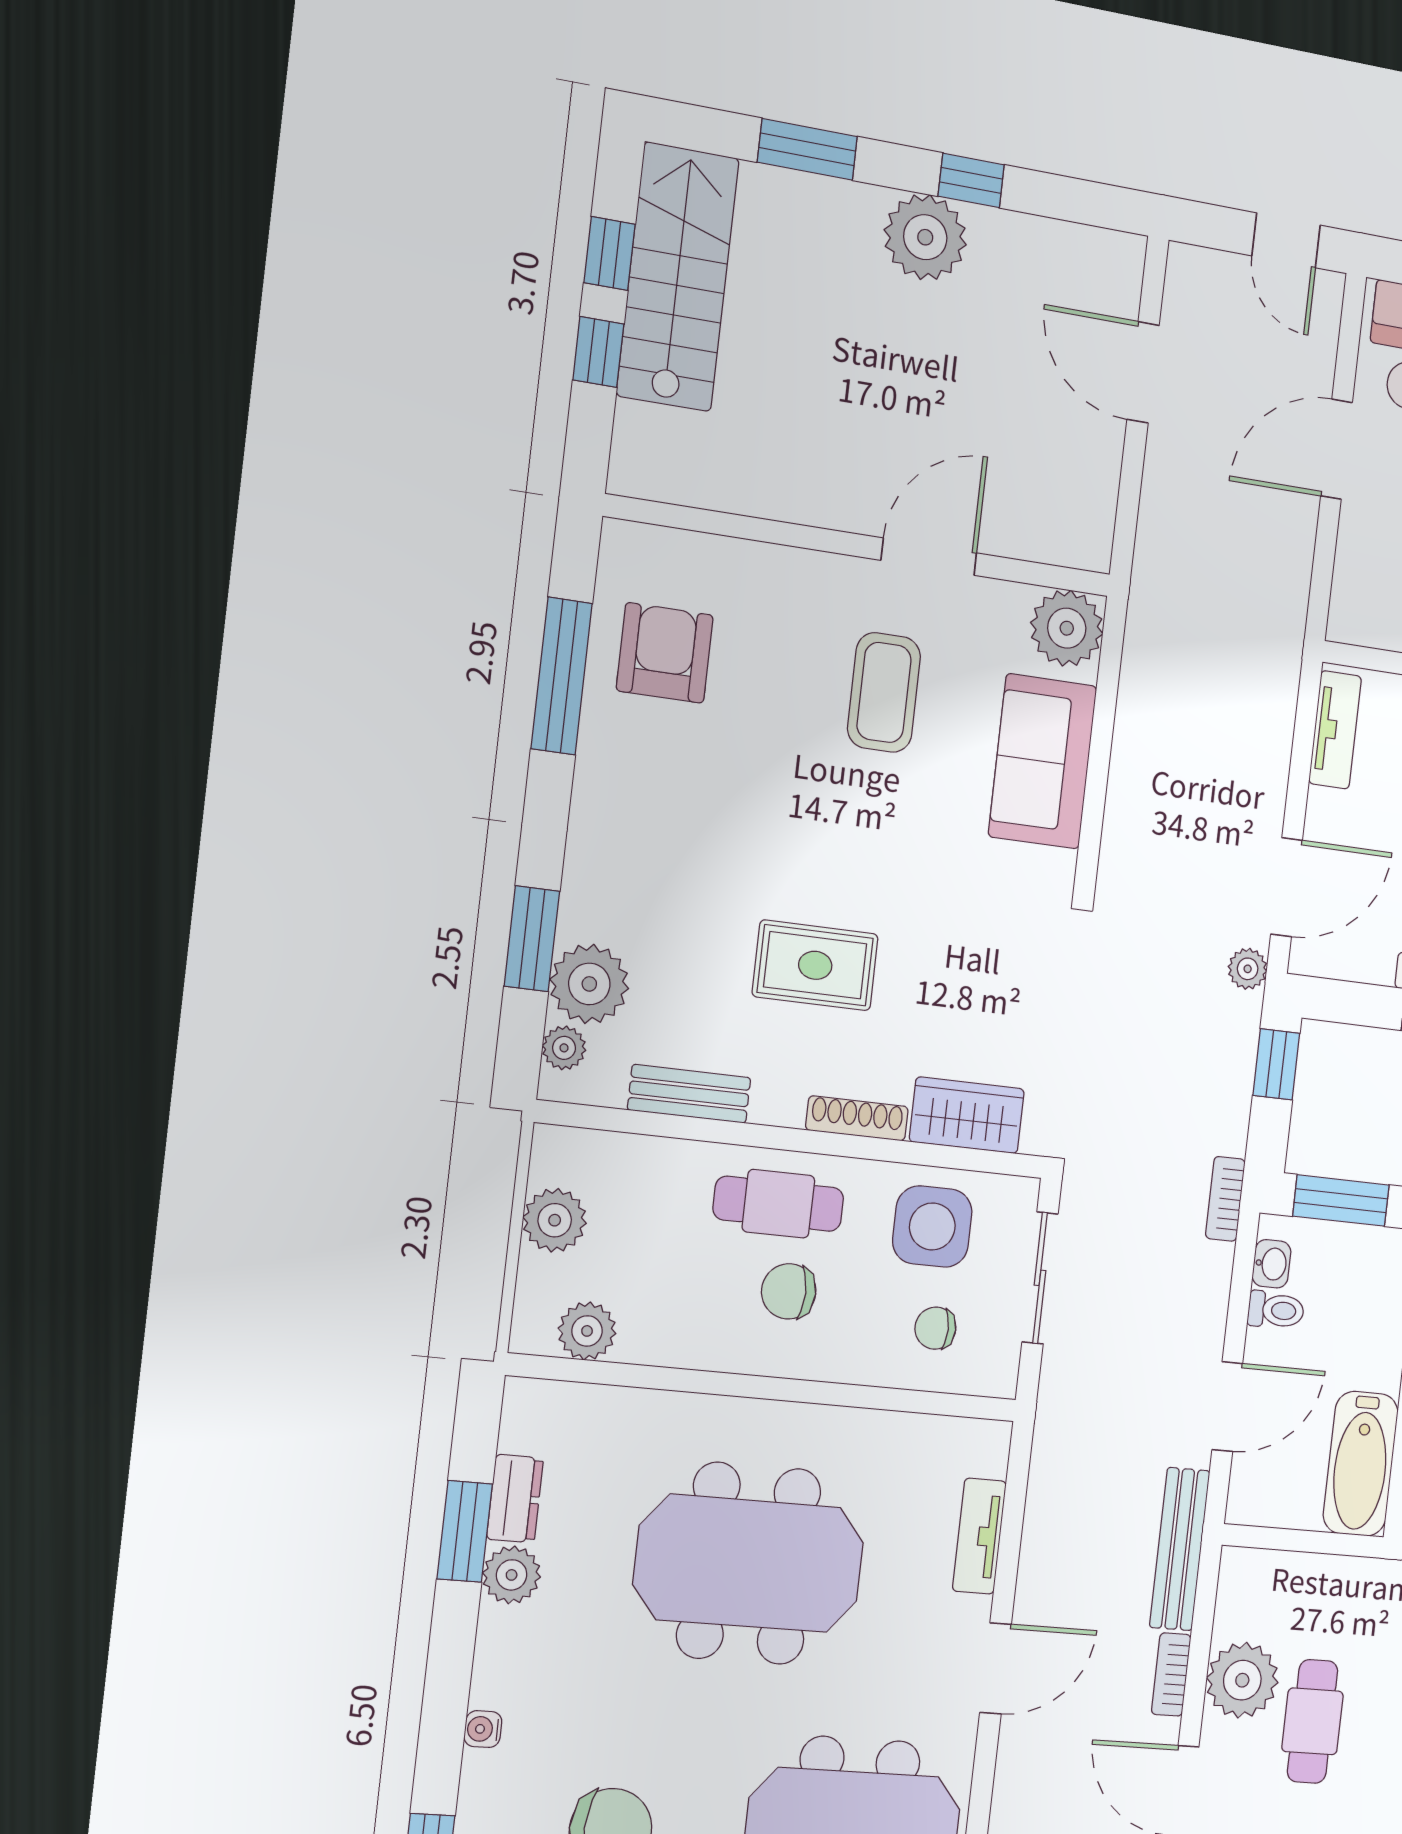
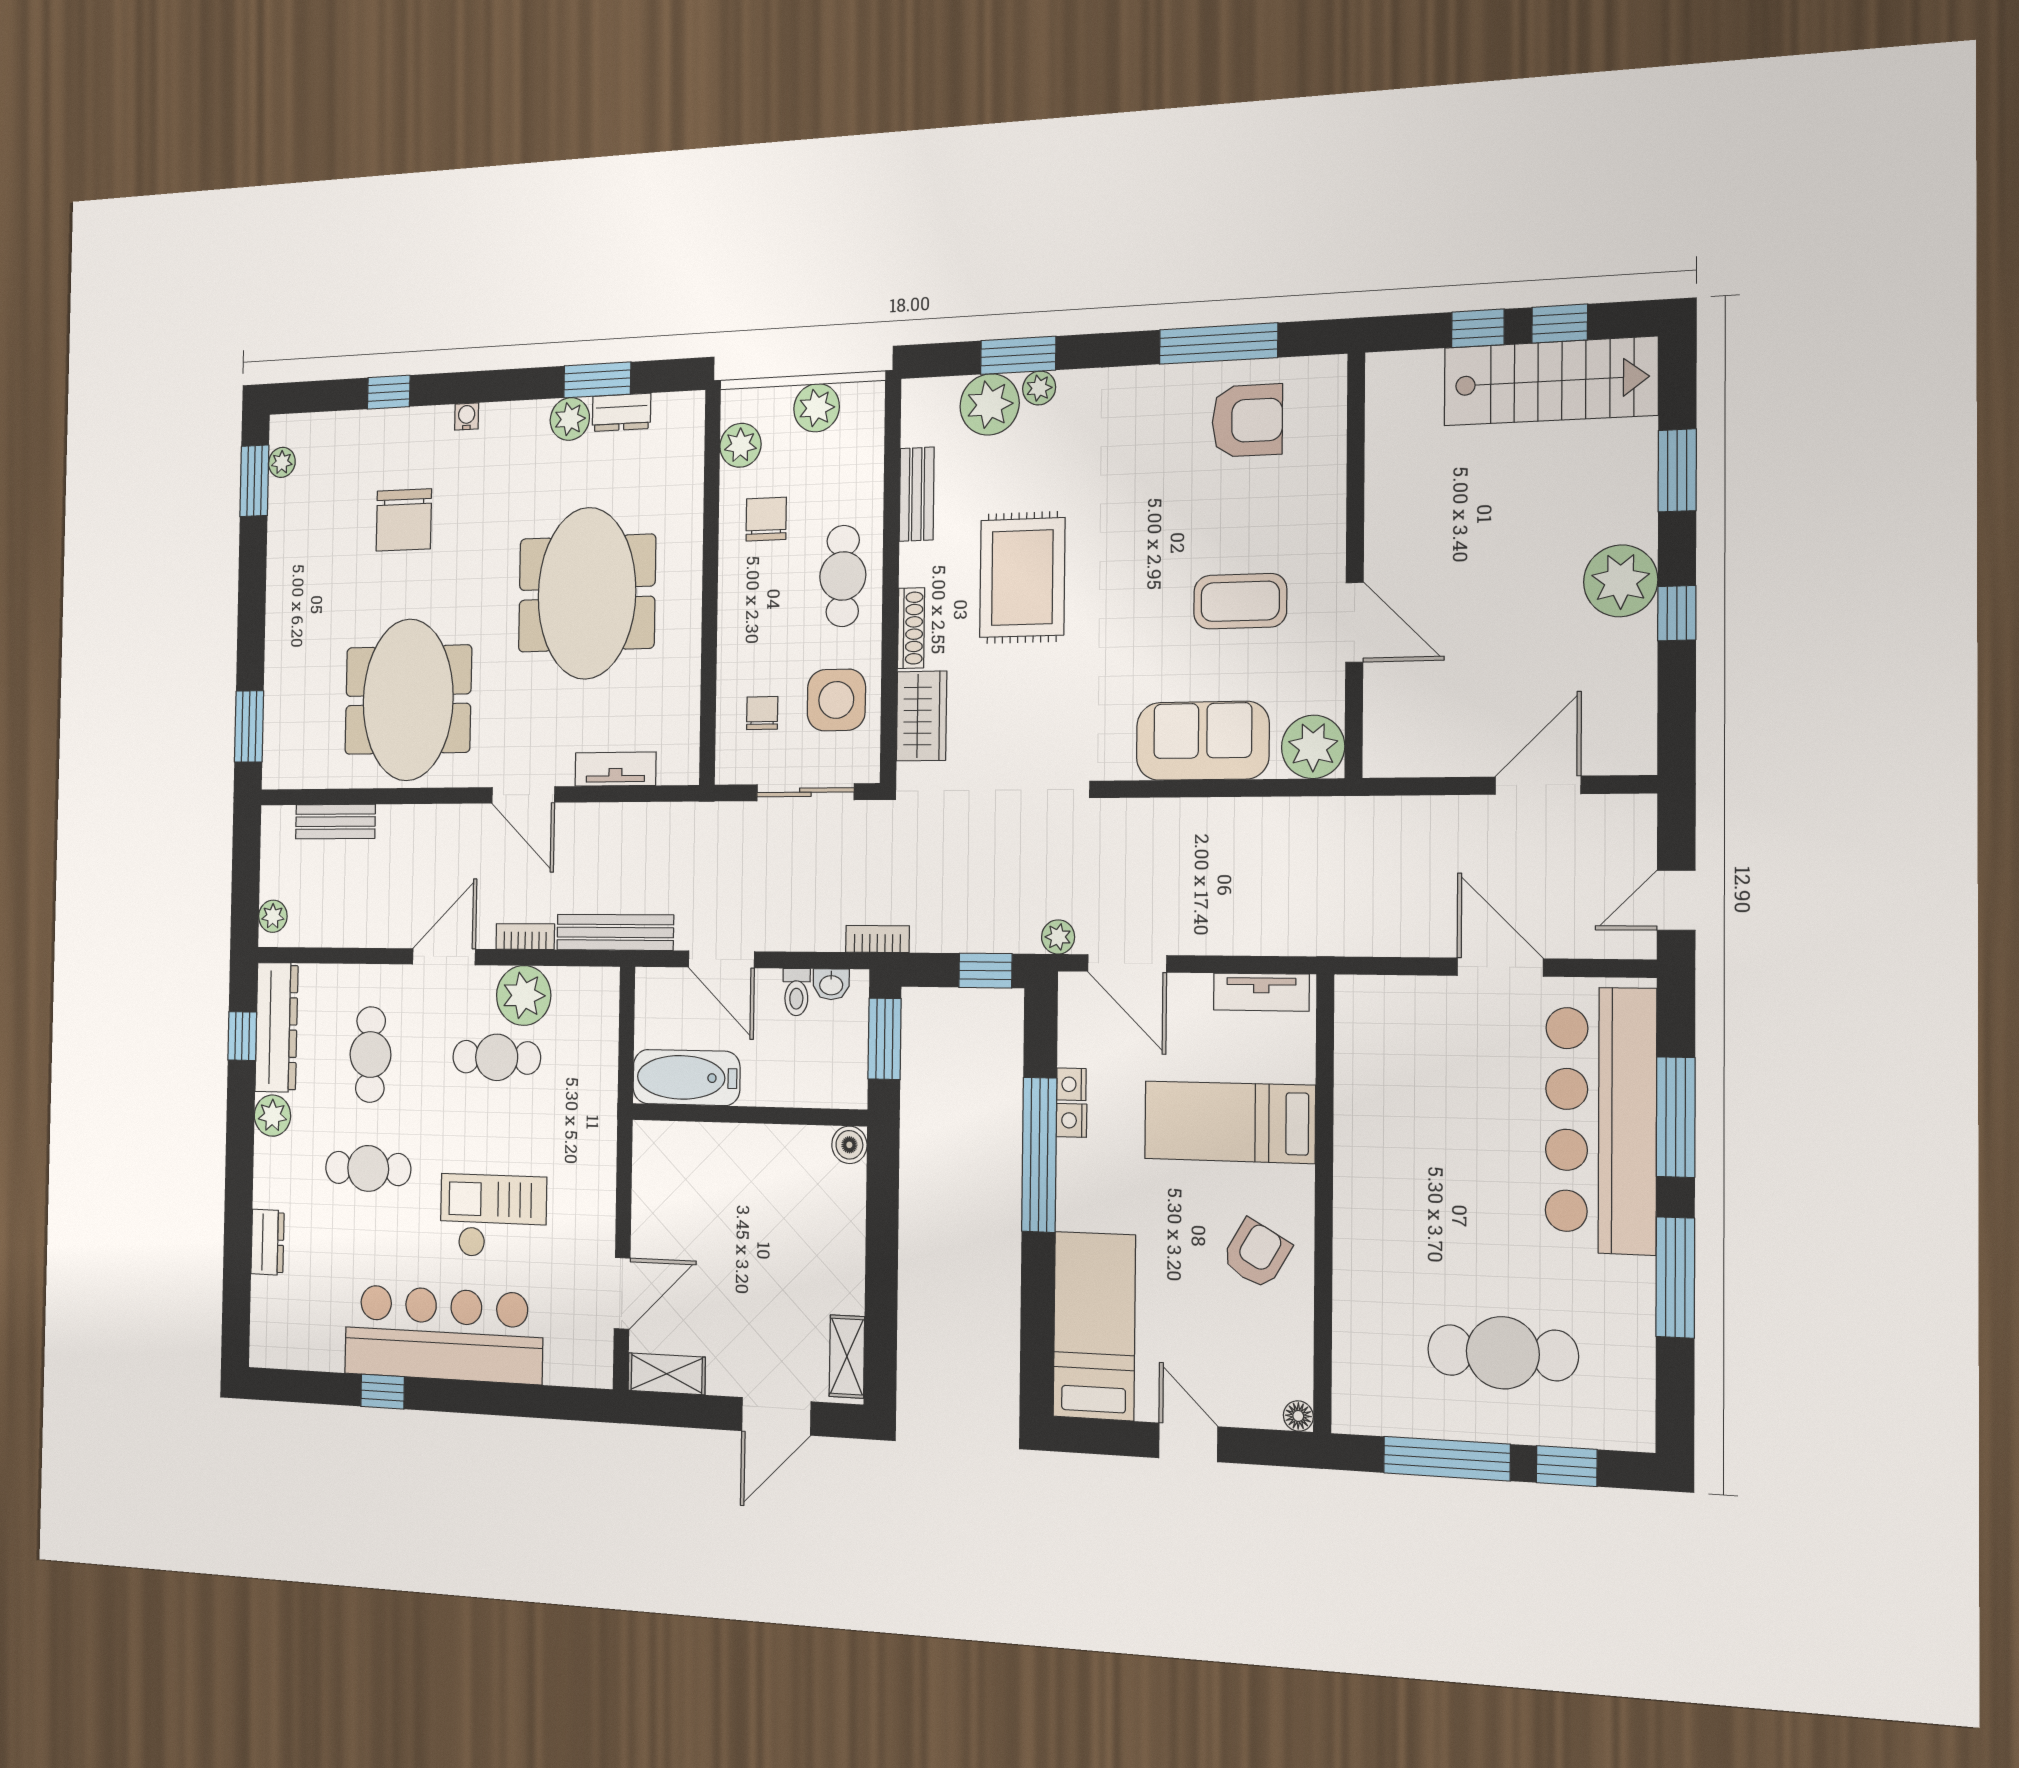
rug: (815, 965) -> (1022, 578), width x1.36, depth x1.43
plant: (564, 1048) -> (1039, 388), moved
chair: (789, 1291) -> (766, 519), moved

